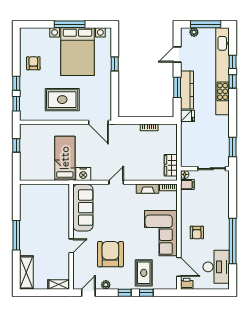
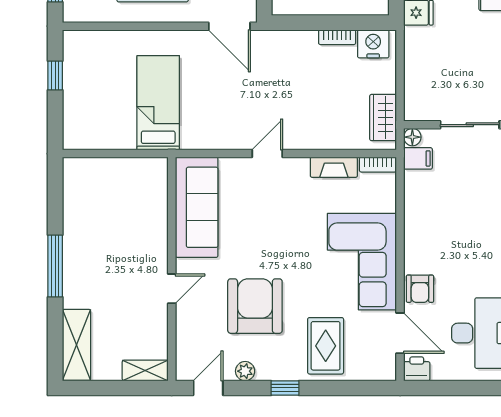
nightstand: (83, 174) -> (373, 44), moved, turned 180
armchair: (197, 232) -> (420, 289), moved
window: (146, 293) -> (331, 388), removed

